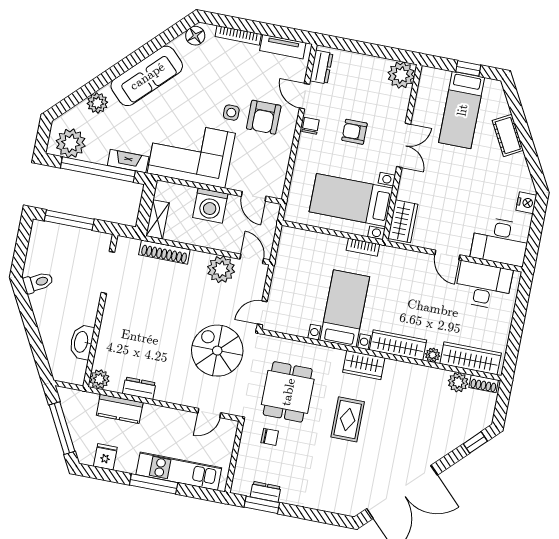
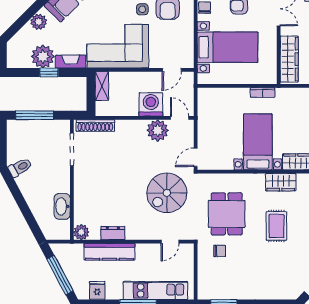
plant: (71, 143) -> (43, 56), moved
window: (98, 169) -> (49, 72), width x0.32
door: (254, 196) -> (172, 70), hinge flipped
bed with nightstands: (351, 200) -> (228, 47), moved, turned 180
washing machine: (210, 206) -> (151, 104), moved, turned 180
shelving: (158, 219) -> (102, 86), moved
wardrobe: (403, 221) -> (289, 59), width x1.50
shoe rack: (164, 252) -> (95, 126), moved
spiral stairs: (217, 351) -> (167, 193), turned -90
kitchen counter: (120, 409) -> (109, 252), width x1.50
dresser: (265, 492) -> (224, 293), removed

